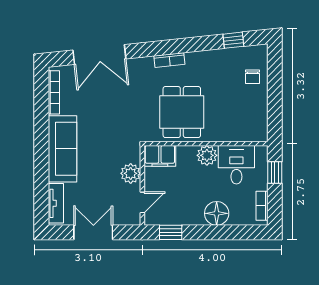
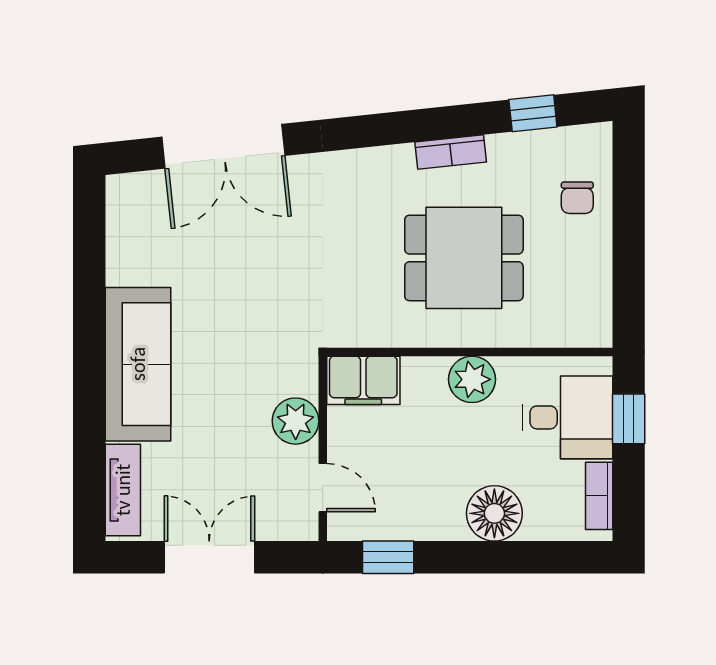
bookcase: (169, 60) -> (451, 152), moved
bookcase: (54, 92) -> (118, 234), removed
dining table: (182, 112) -> (464, 258), moved, turned 90
desk: (236, 165) -> (568, 417), moved, turned 90
door: (142, 202) -> (323, 488), hinge flipped

